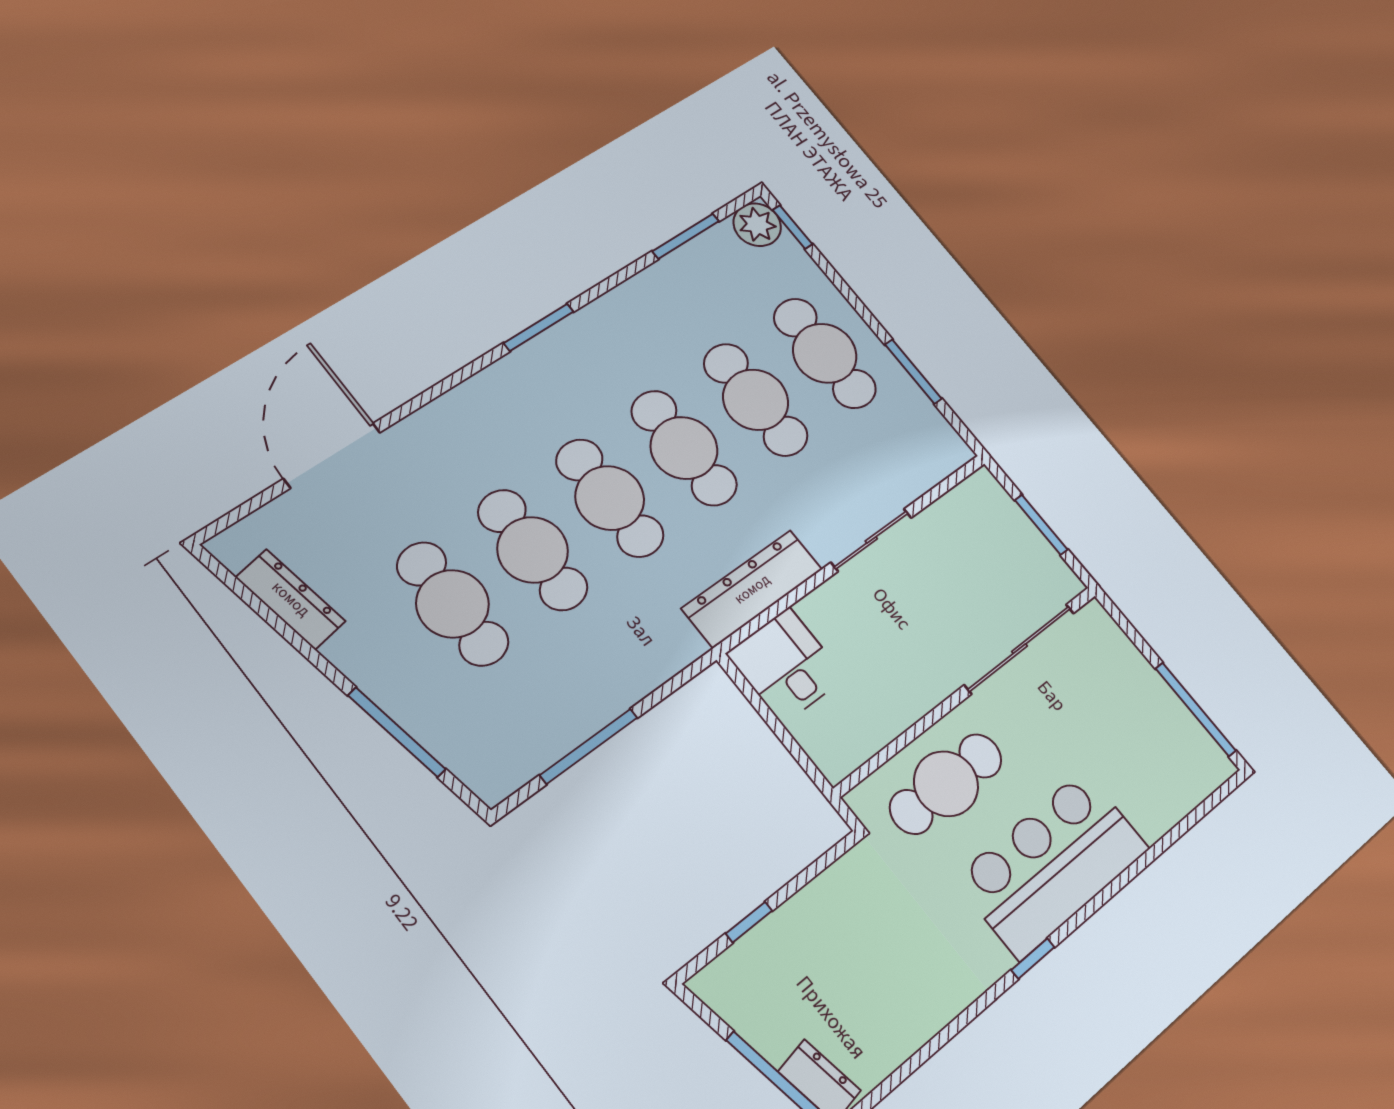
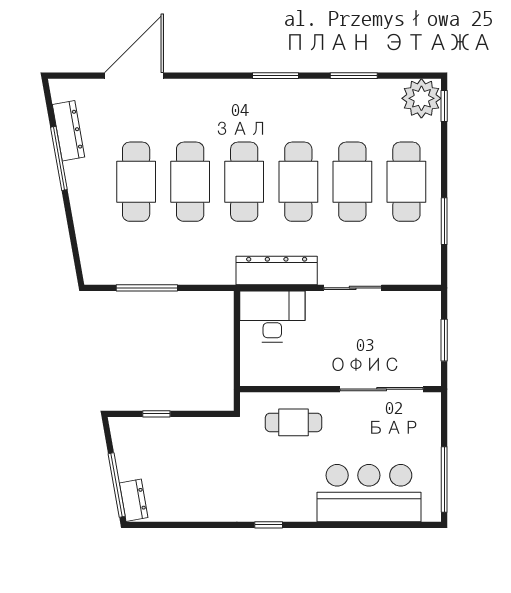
plant: (757, 225) -> (421, 98), width x1.36, depth x1.36
window: (686, 236) -> (354, 76), moved
desk: (786, 665) -> (272, 316), width x1.37
window: (397, 732) -> (59, 158), moved
cafe table: (946, 784) -> (294, 422), width x0.73, depth x0.74
bar counter: (1052, 863) -> (369, 493), moved

